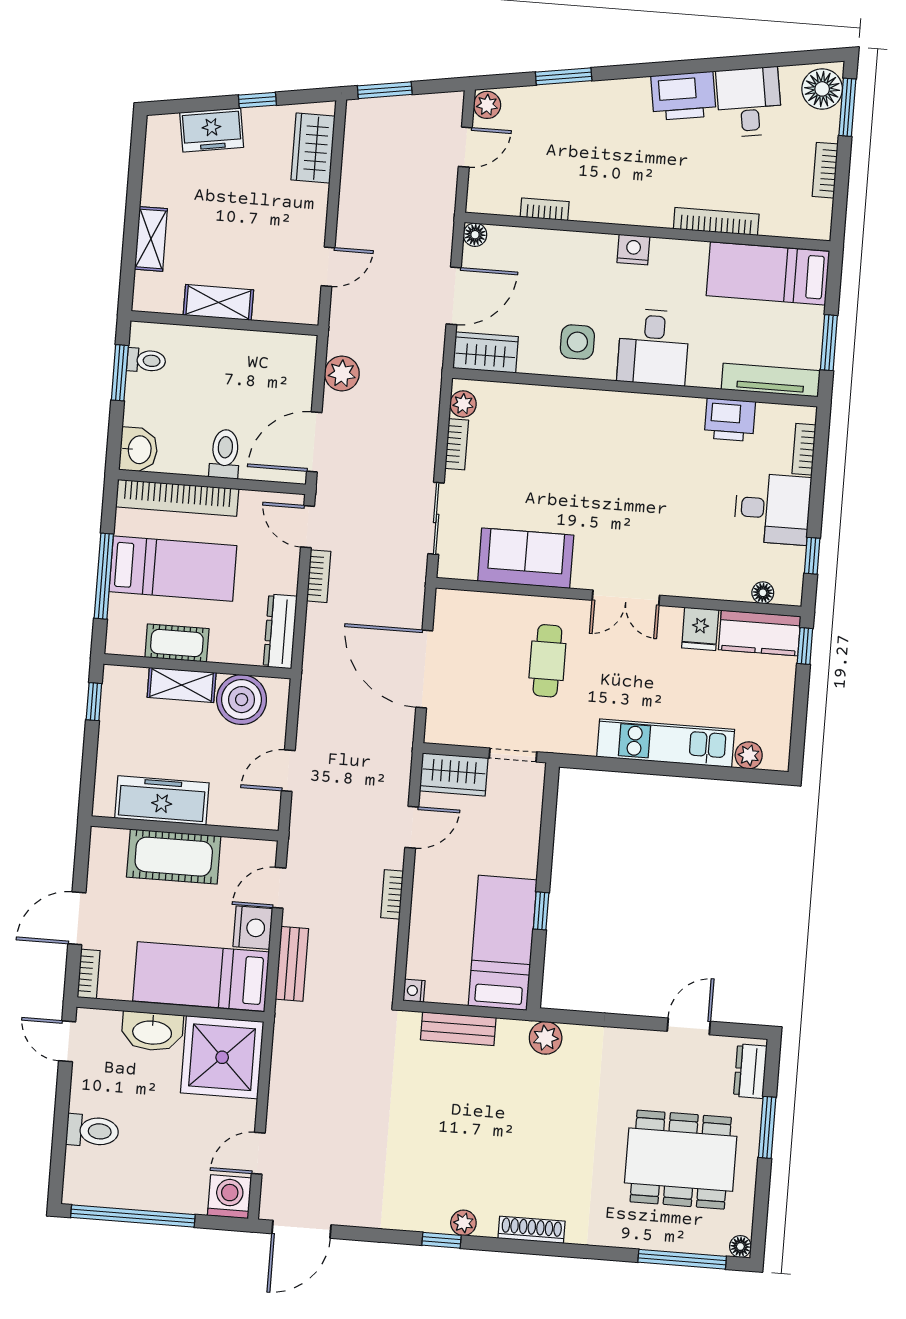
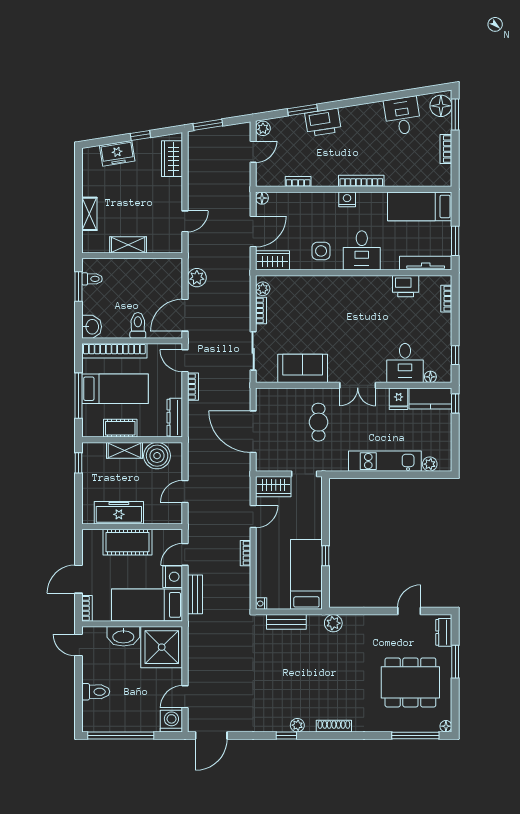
printer: (683, 96) -> (323, 122), moved
bookcase: (716, 221) -> (361, 181), moved
desk: (772, 509) -> (405, 363), moved, turned 90

